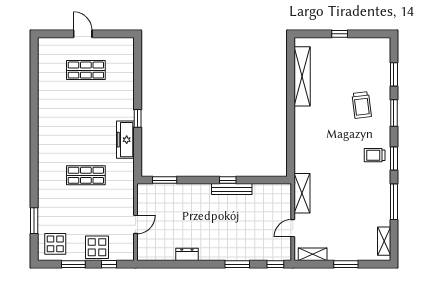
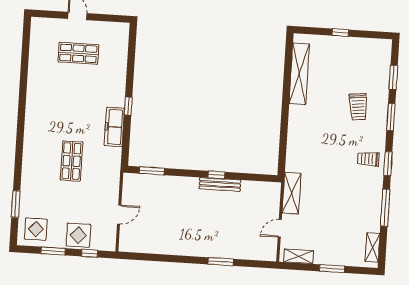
shop shelf: (86, 175) -> (72, 161), turned 90
dresser: (187, 254) -> (170, 248), removed
window: (275, 264) -> (260, 264), removed

